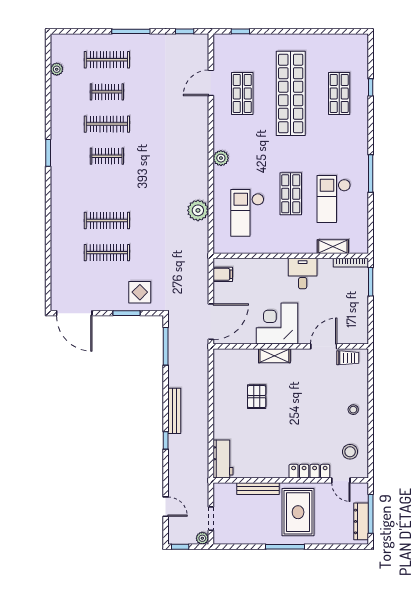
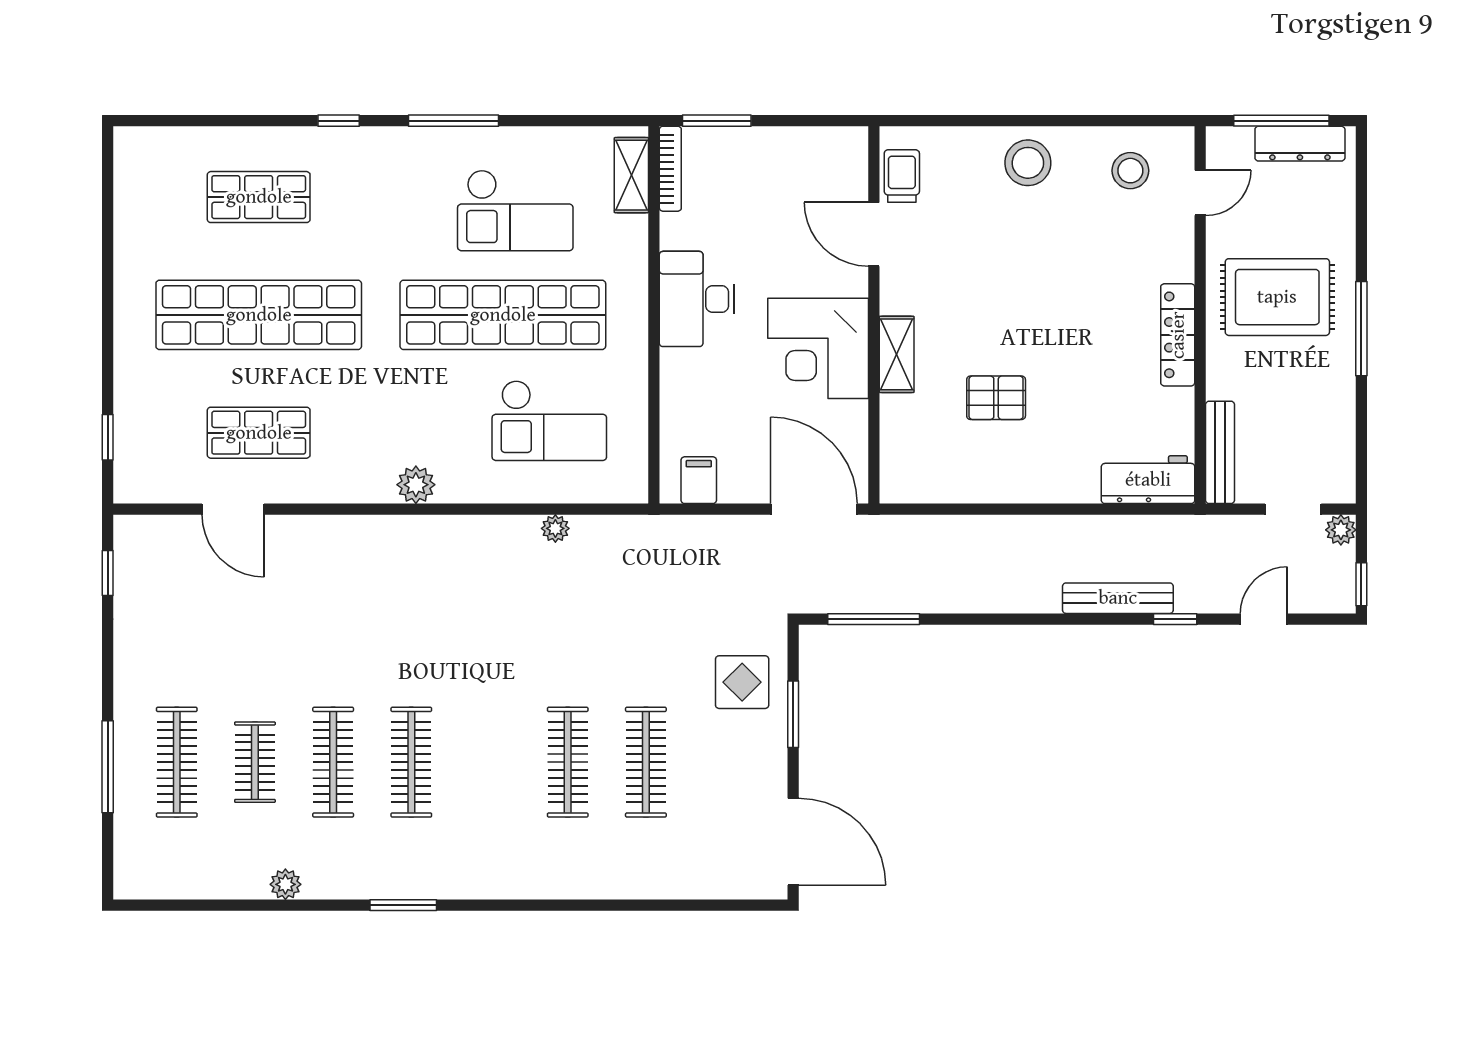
window: (131, 31) -> (108, 767), moved
plant: (57, 69) -> (285, 884), moved
window: (371, 87) -> (339, 121), moved
clothes rail: (107, 156) -> (411, 762), width x1.36
shop shelf: (291, 194) -> (503, 315), width x2.00, depth x1.36
plant: (198, 210) -> (555, 528), width x0.53, depth x0.53
shelving: (333, 247) -> (631, 175), moved
desk: (303, 274) -> (697, 299), width x1.37
door: (74, 313) -> (793, 842), hinge flipped
stool: (353, 410) -> (1028, 163), width x1.89, depth x1.89
bench: (174, 411) -> (1118, 598), moved
window: (166, 440) -> (1175, 619), moved
locker: (309, 471) -> (1178, 335), moved
bench: (258, 489) -> (1220, 452), moved

